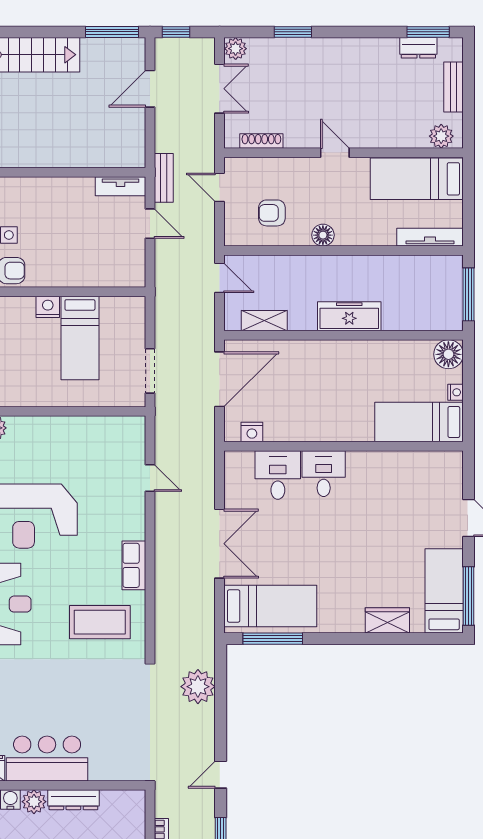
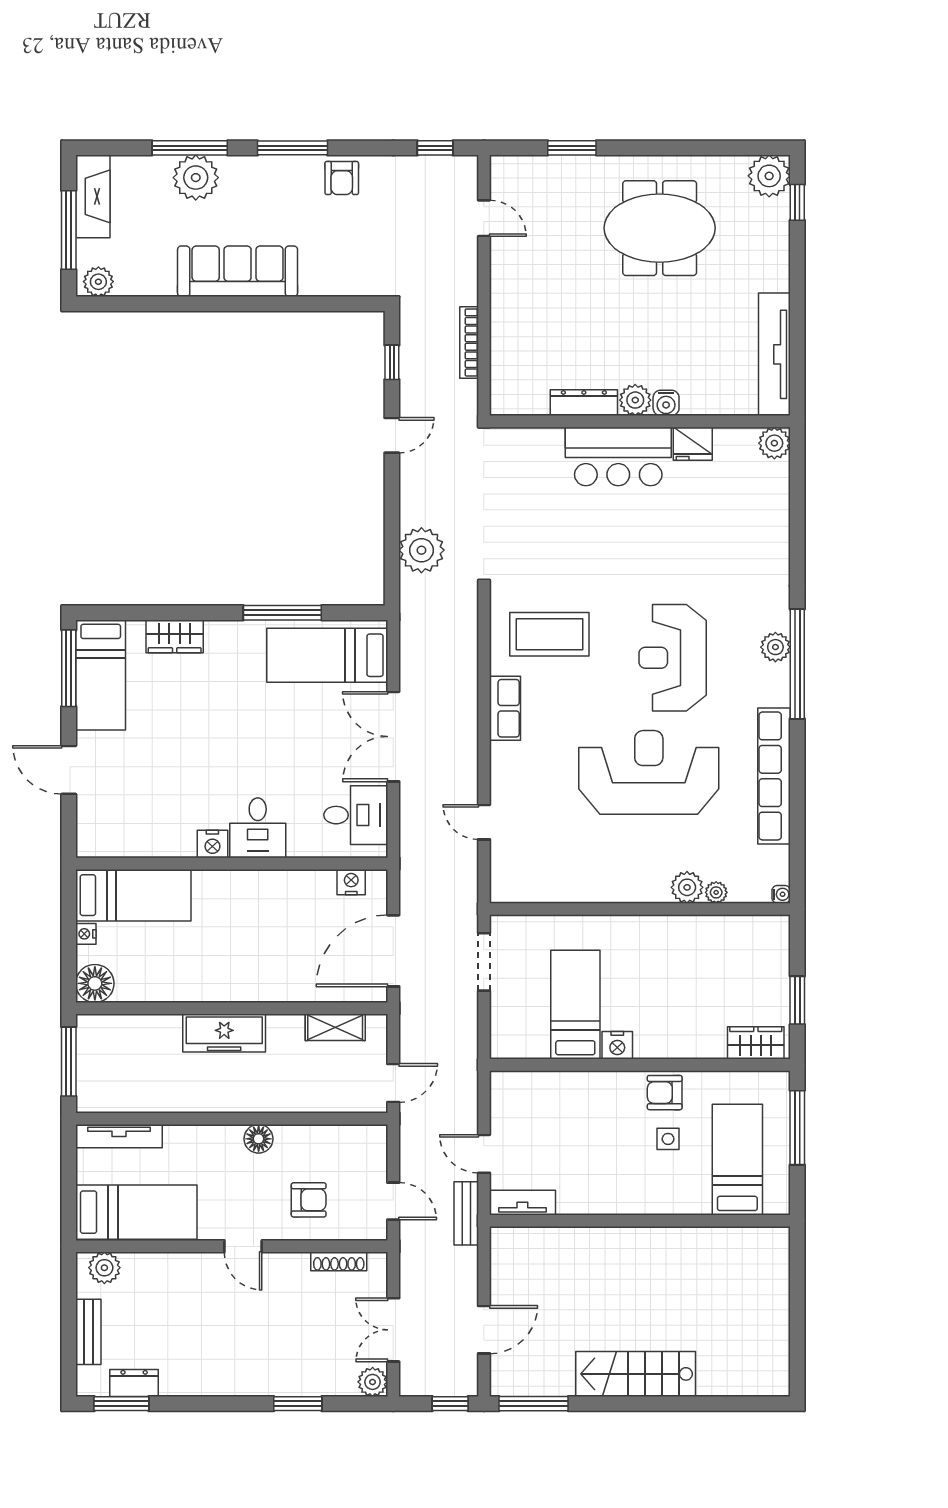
armchair: (272, 213) -> (309, 1200), moved
door: (220, 278) -> (393, 1083), swing flipped
nightstand: (358, 461) -> (212, 844), added
desk: (278, 475) -> (356, 815), moved, turned -90
window: (273, 639) -> (282, 613), moved

